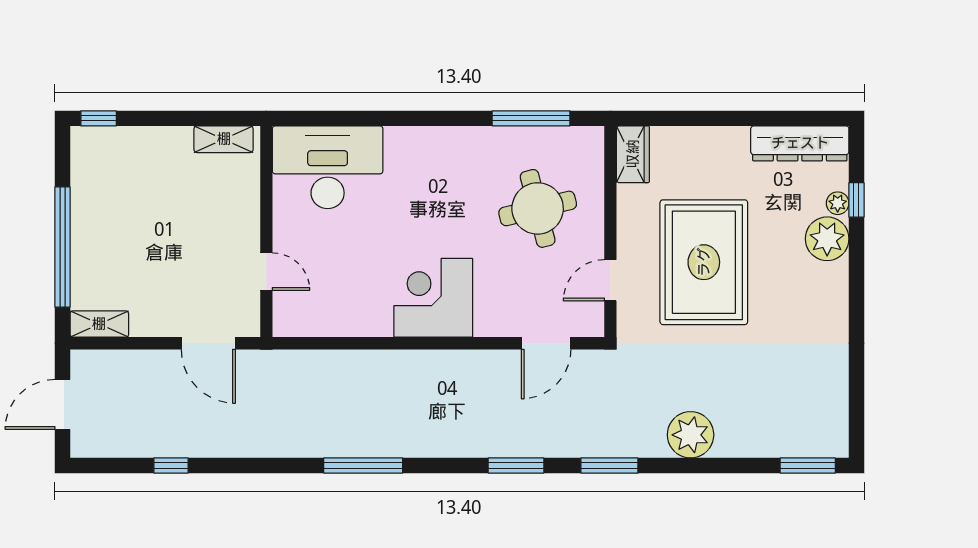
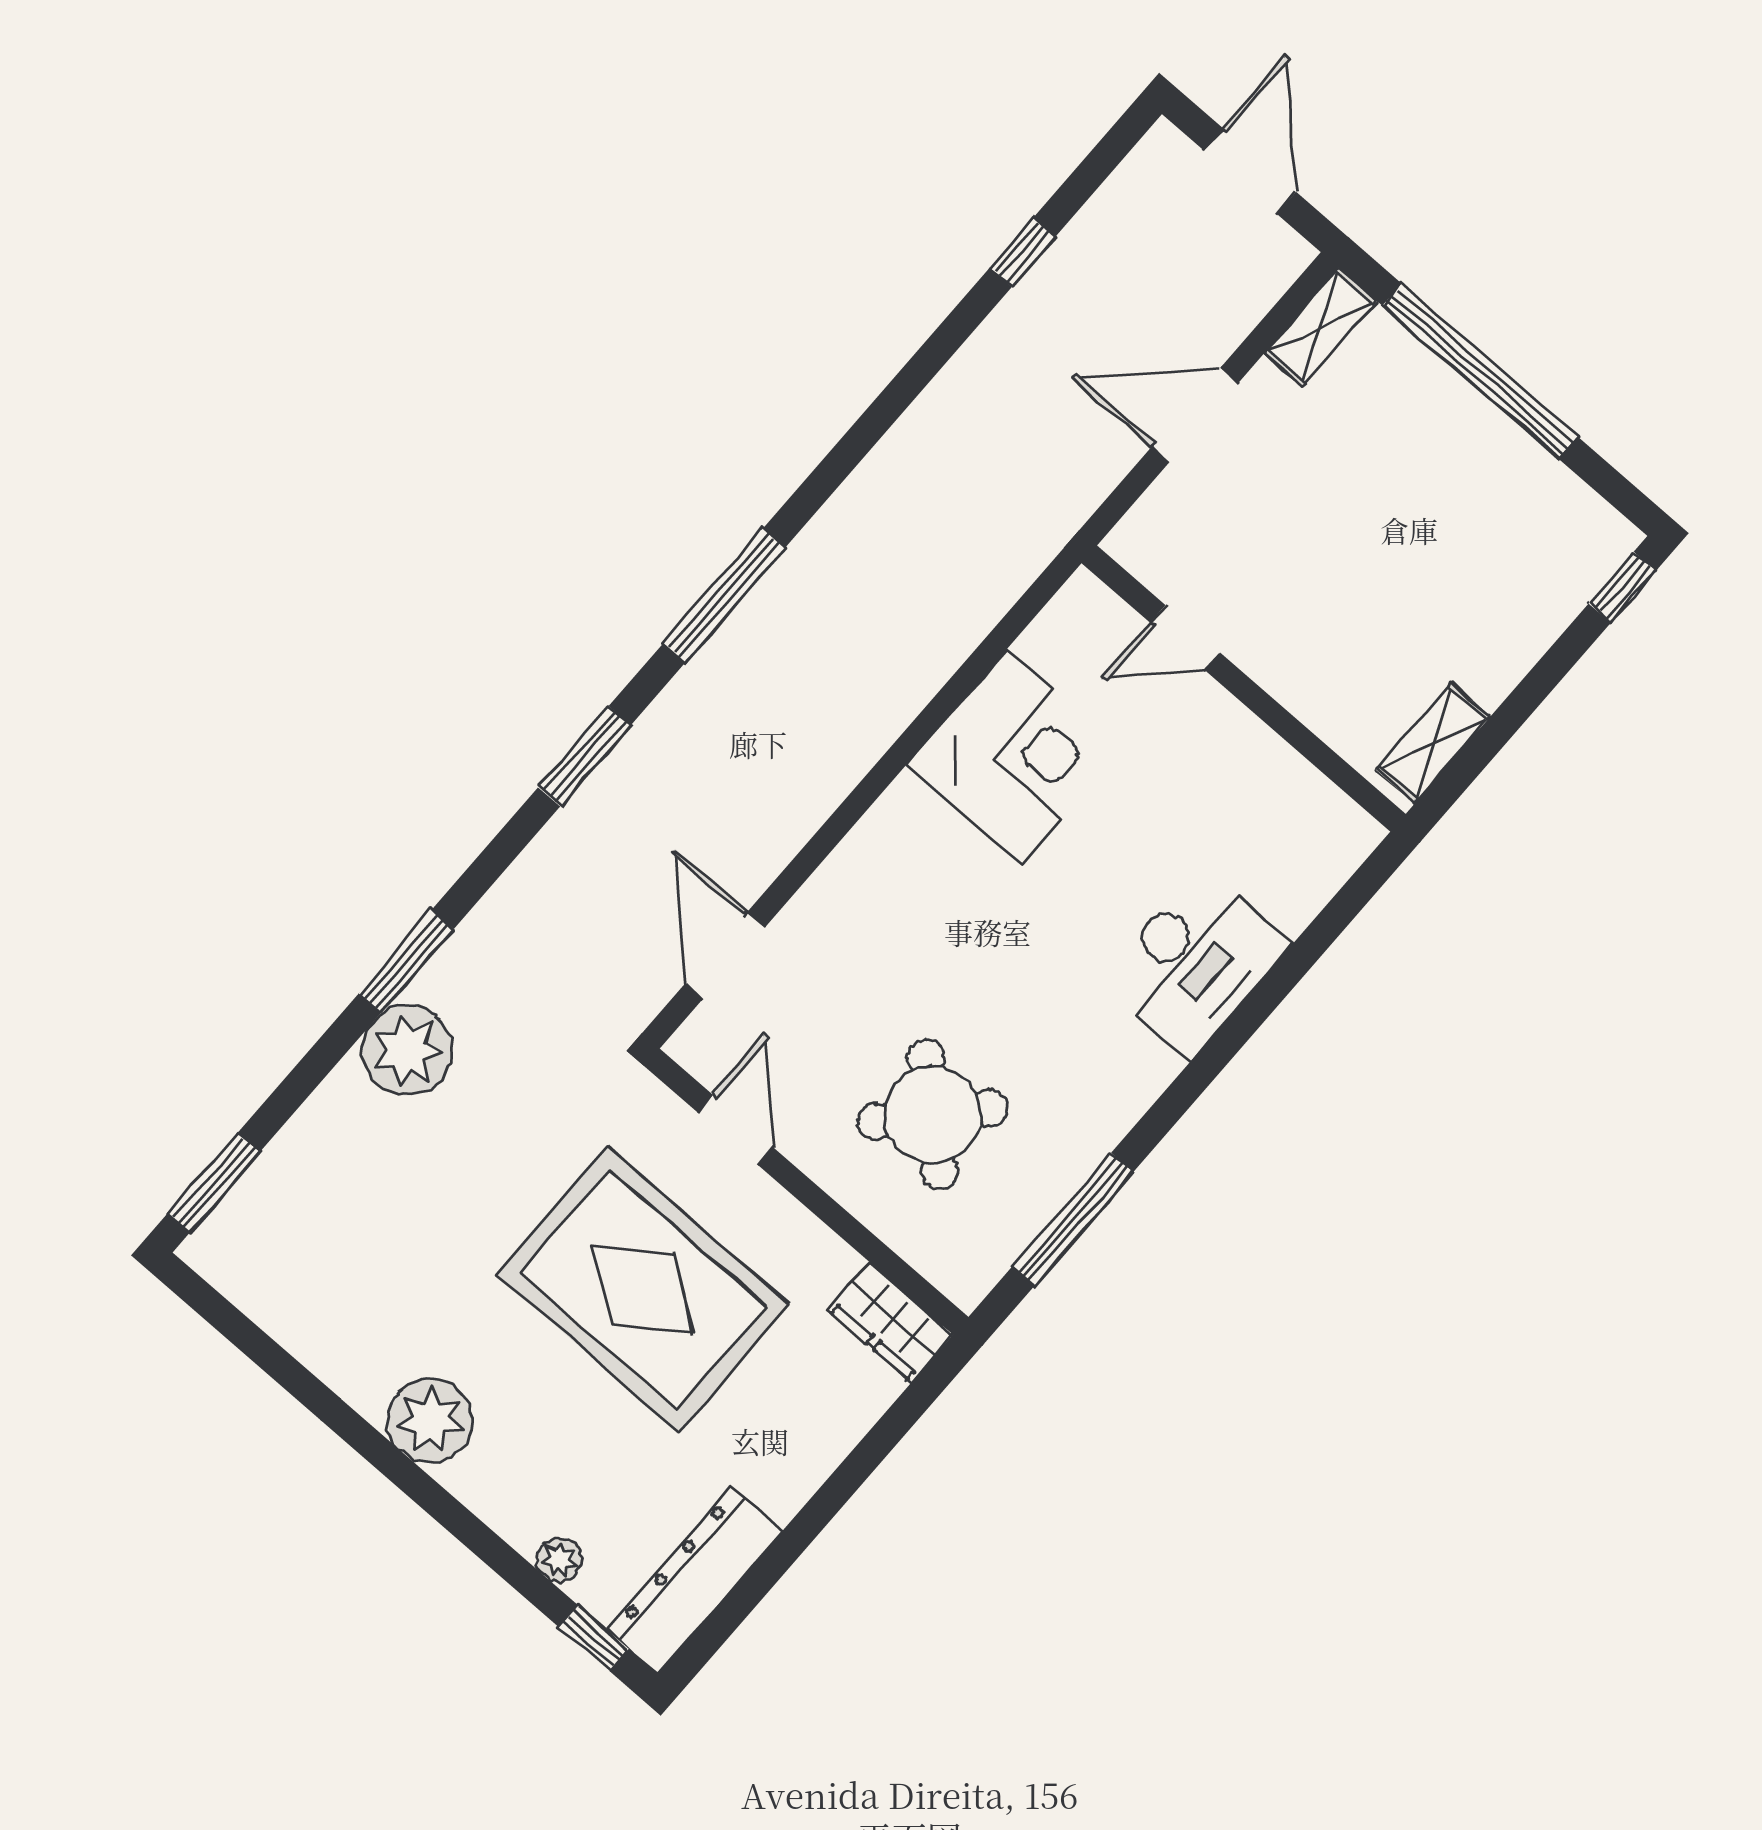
desk: (328, 167) -> (1195, 963), moved, width x0.73, depth x0.77
window: (856, 200) -> (594, 1638), moved
round table: (538, 208) -> (933, 1115), turned -34
plant: (827, 239) -> (430, 1421), moved
corner desk: (433, 298) -> (1014, 757), moved
door: (208, 343) -> (1195, 415), moved
window: (363, 466) -> (724, 596), moved
window: (609, 466) -> (406, 961), moved

